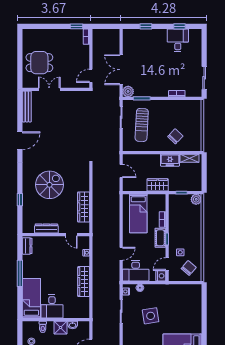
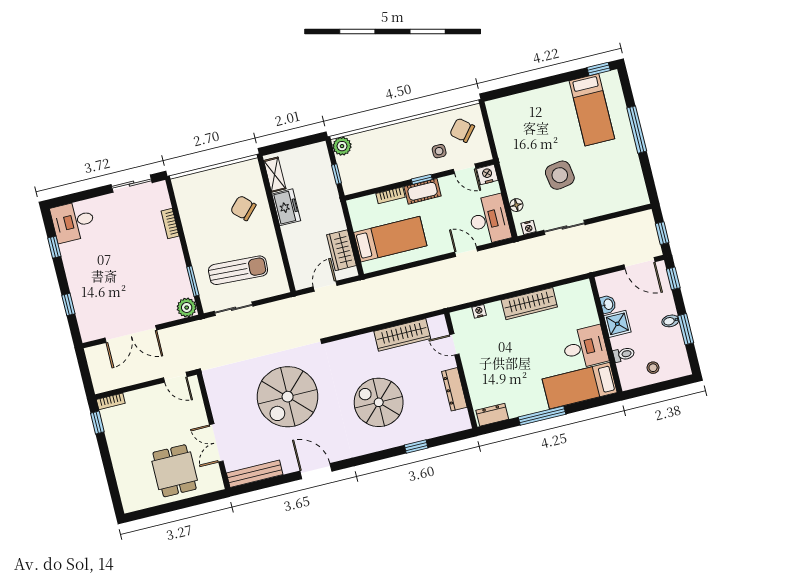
desk: (178, 40) -> (73, 222), moved
double door: (121, 70) -> (131, 334), moved
spiral stairs: (65, 135) -> (288, 397), added
wardrobe: (158, 185) -> (341, 250), moved
door: (71, 235) -> (454, 344), swing flipped

